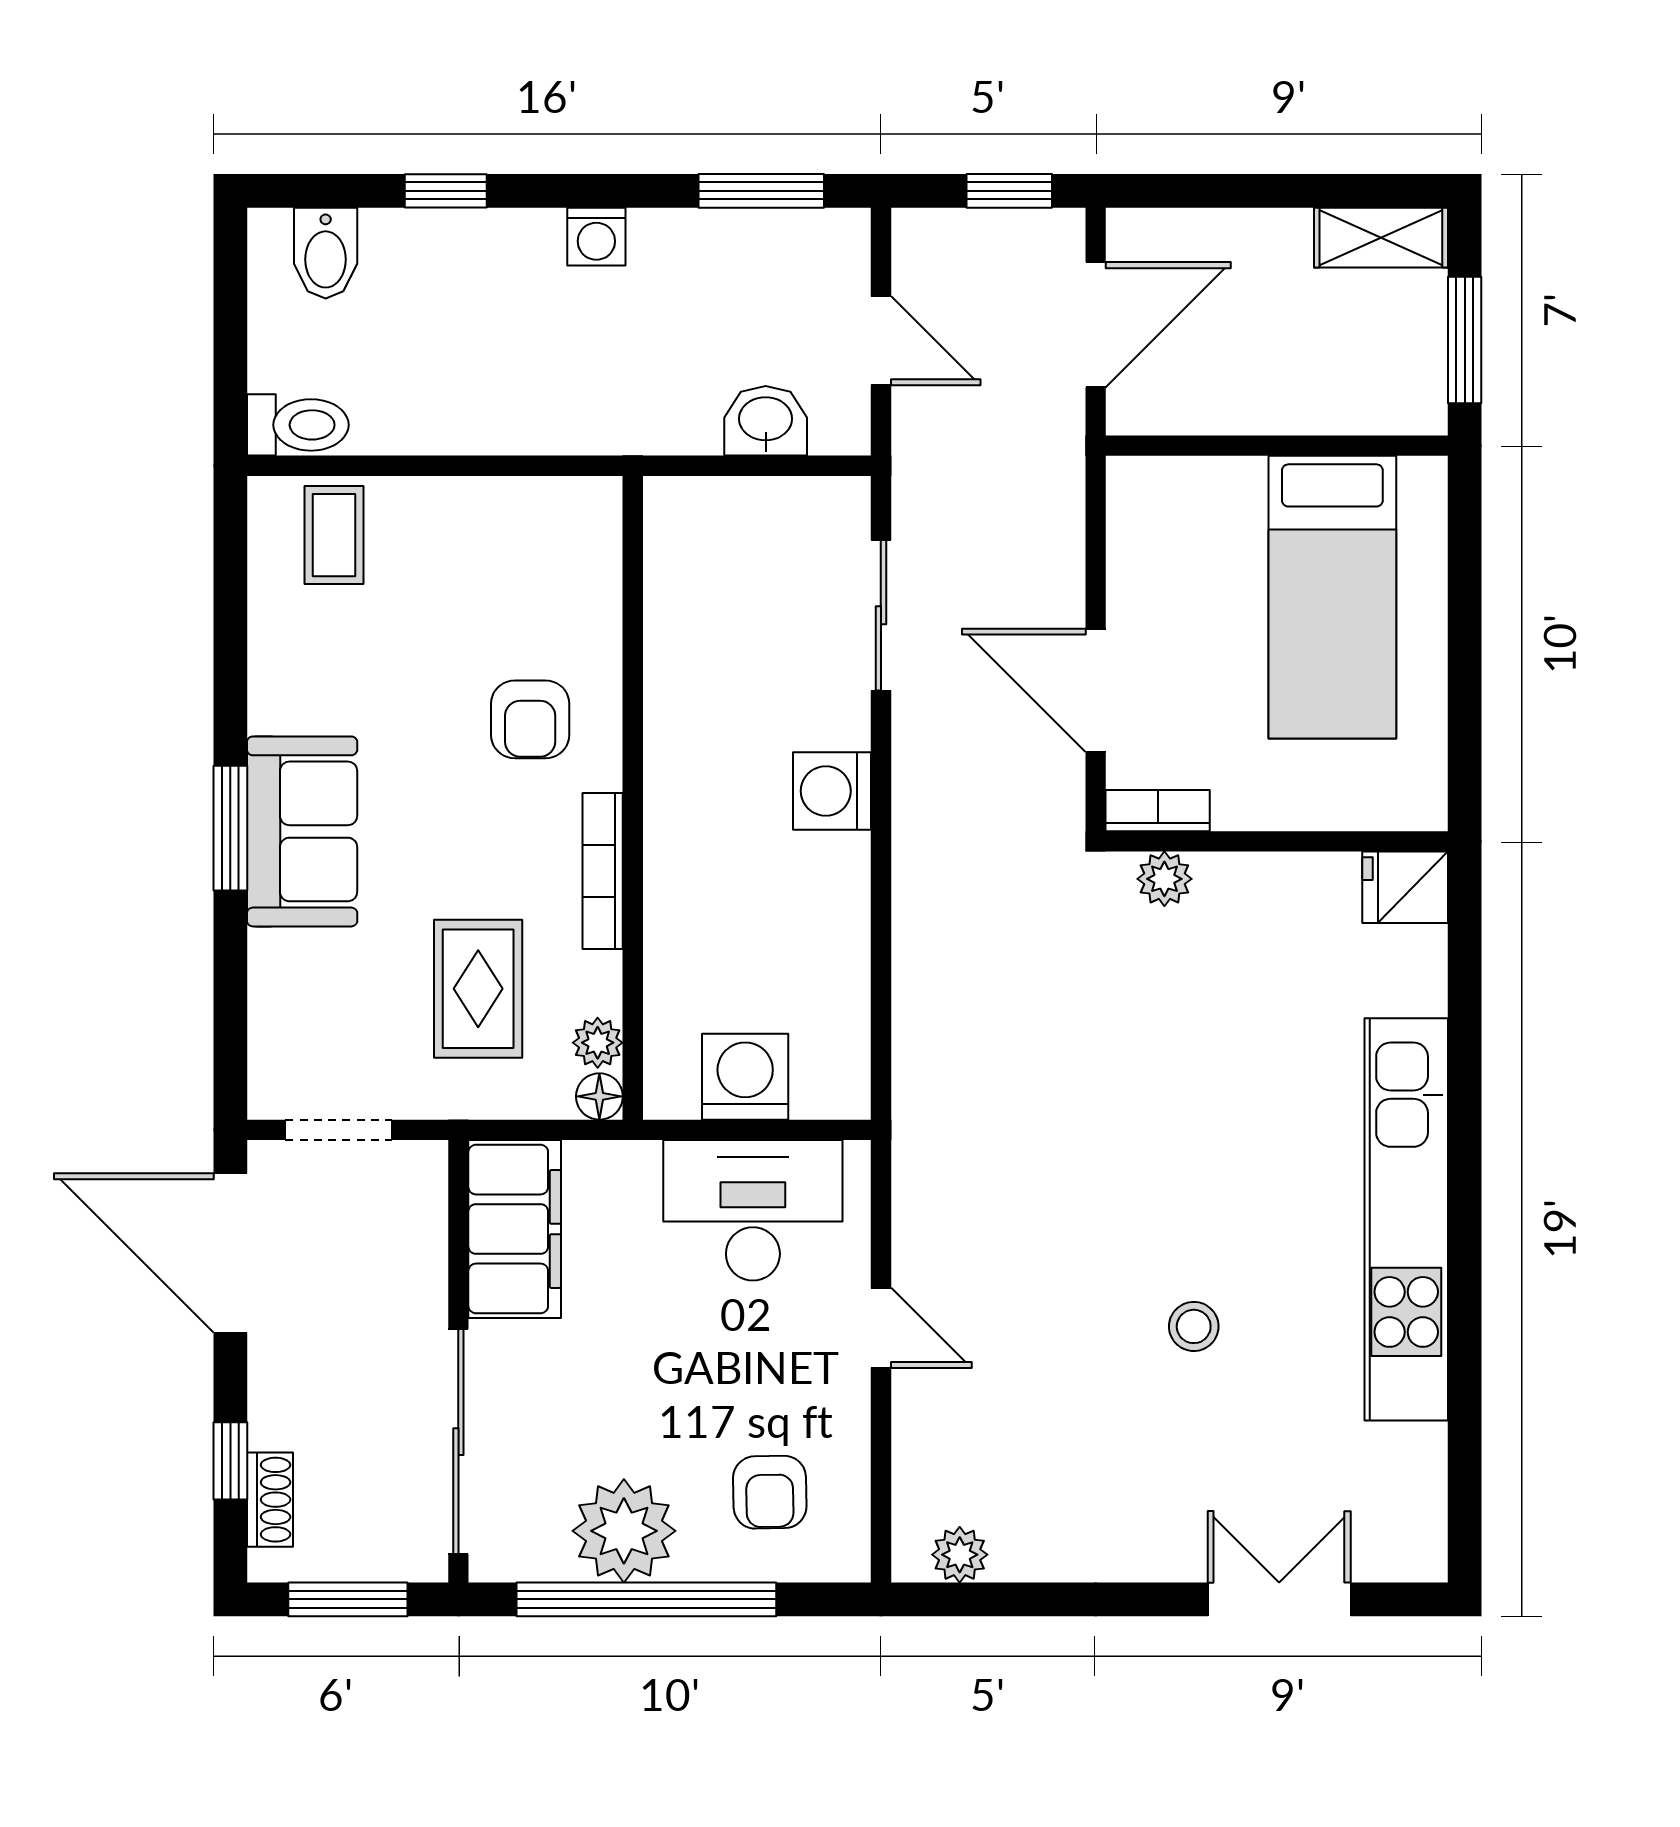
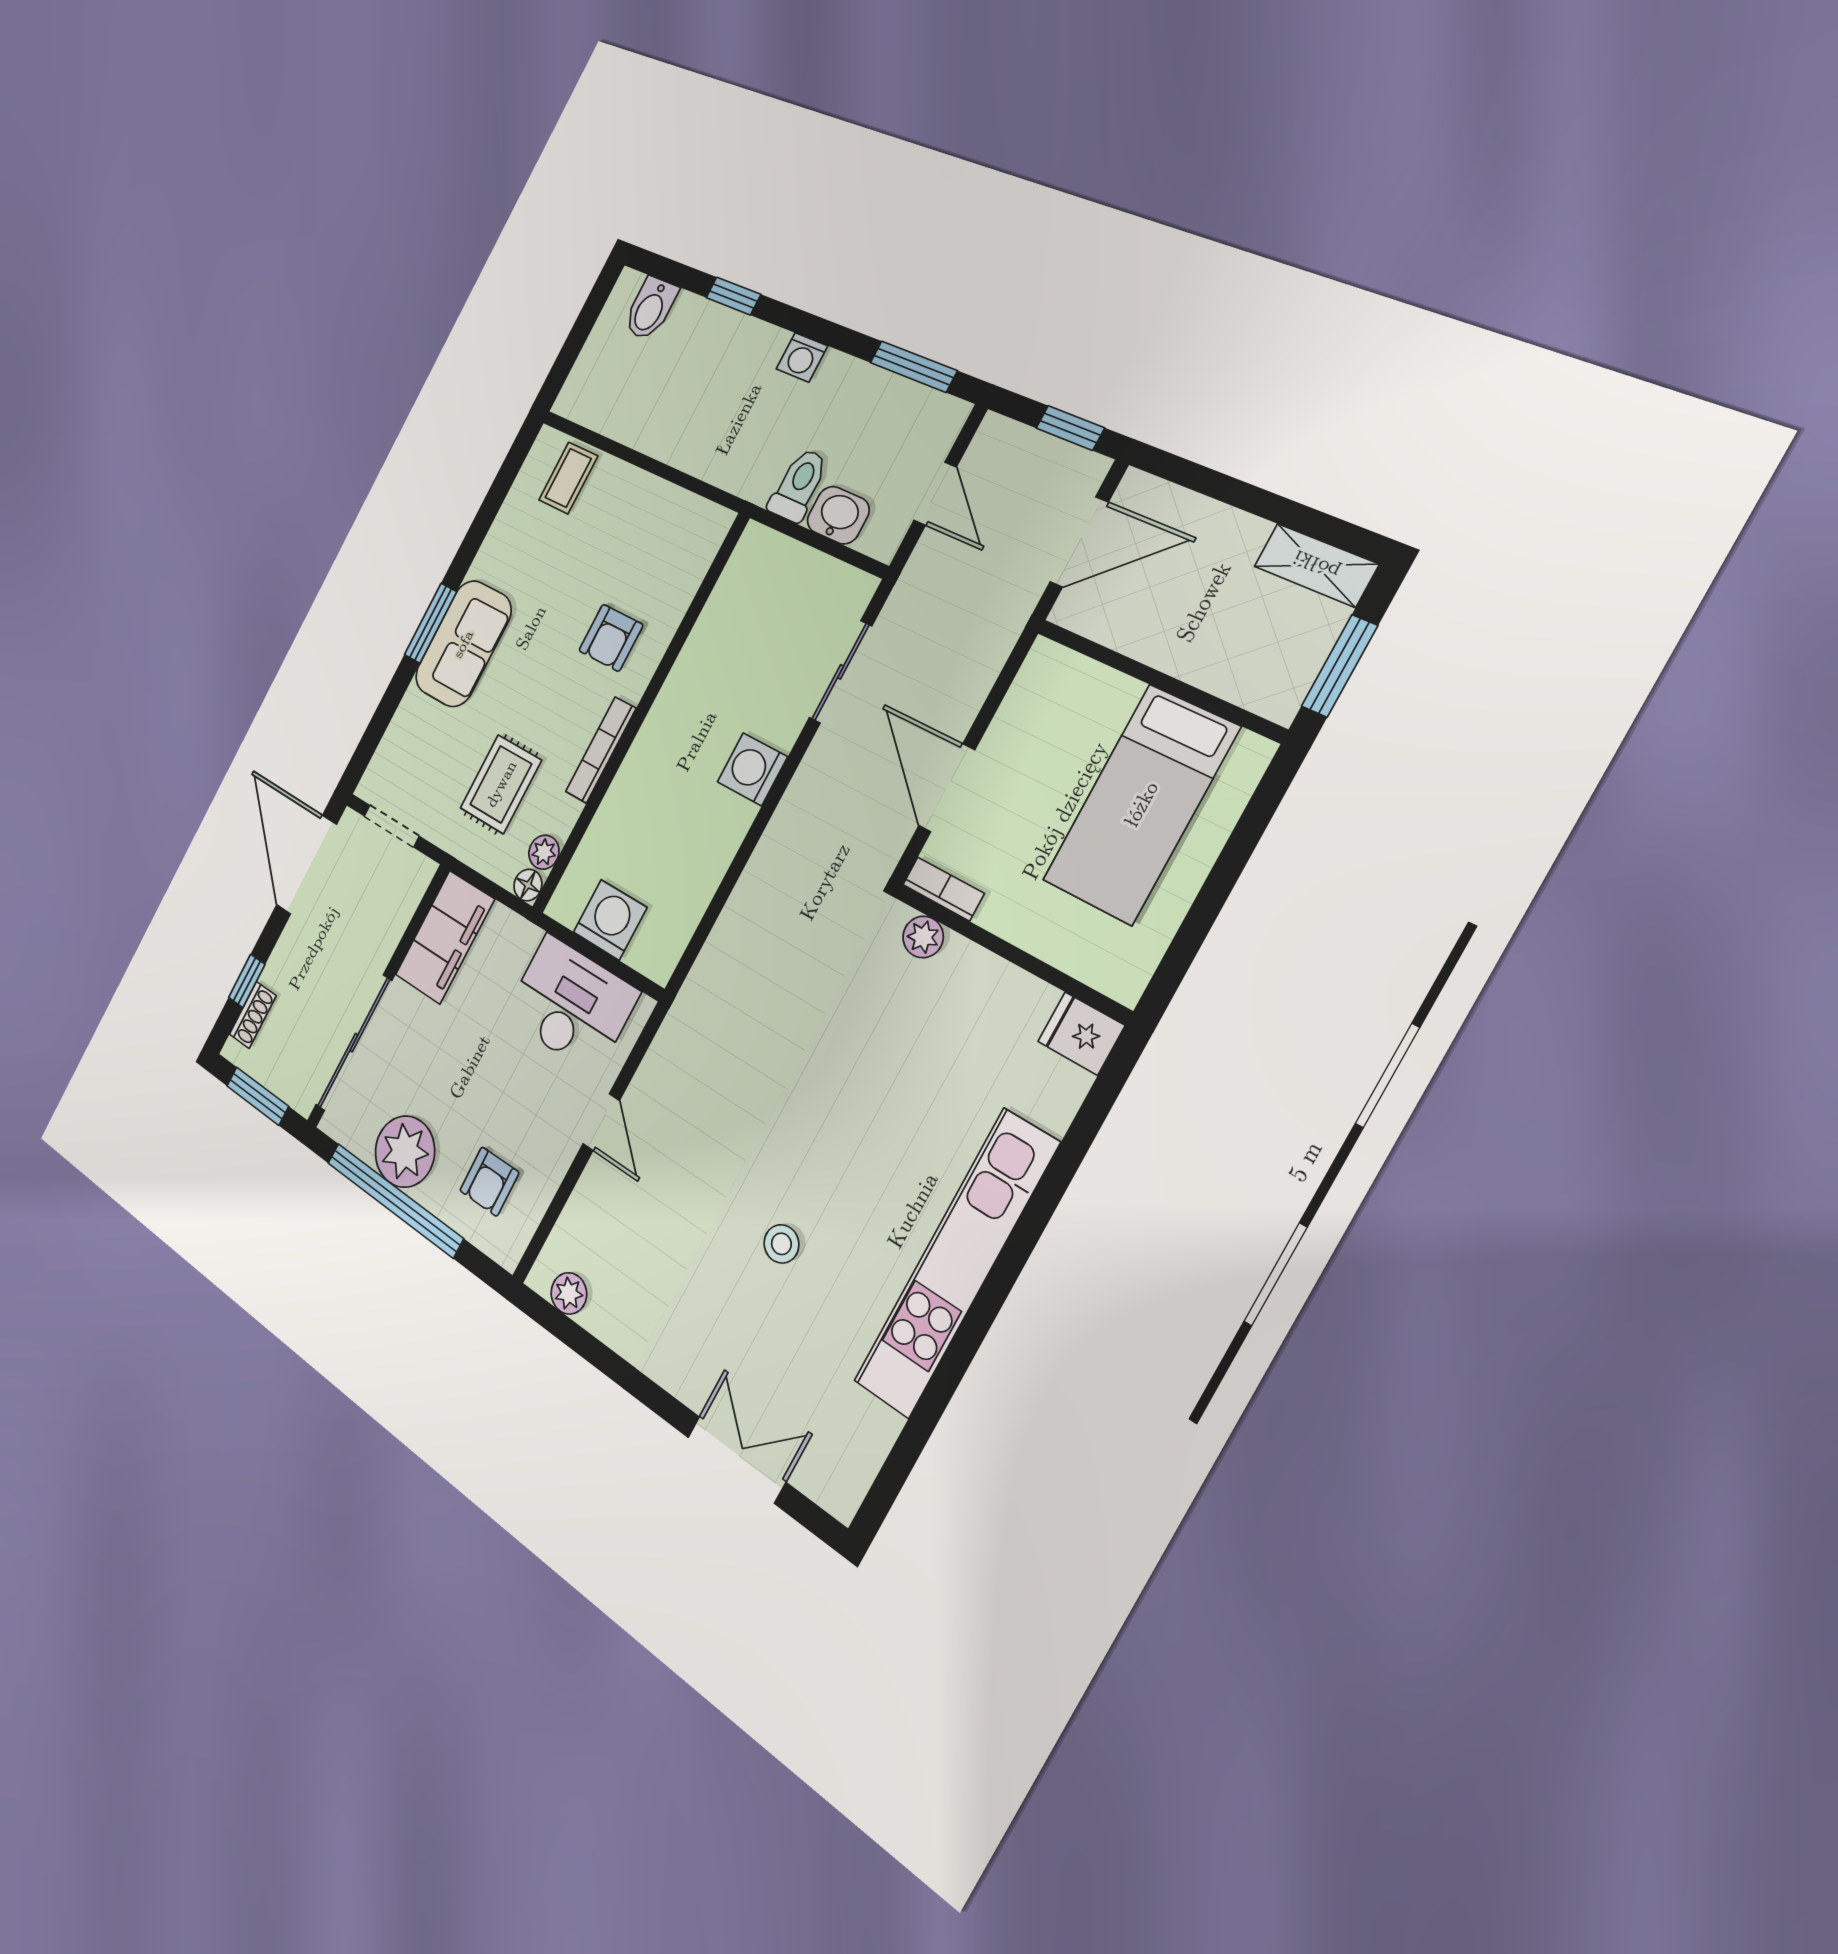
toilet: (298, 425) -> (799, 485), moved, turned -90

